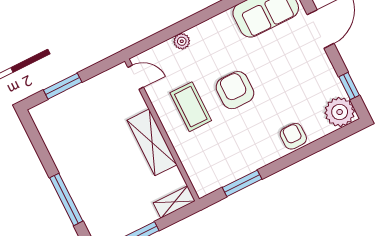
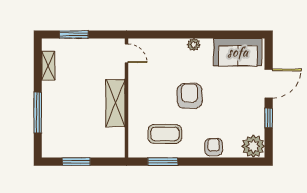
plant: (182, 41) -> (194, 45), moved
window: (349, 86) -> (269, 118), moved
coffee table: (191, 107) -> (165, 134), moved, turned 90
shelving: (174, 202) -> (48, 66), moved, turned 90

